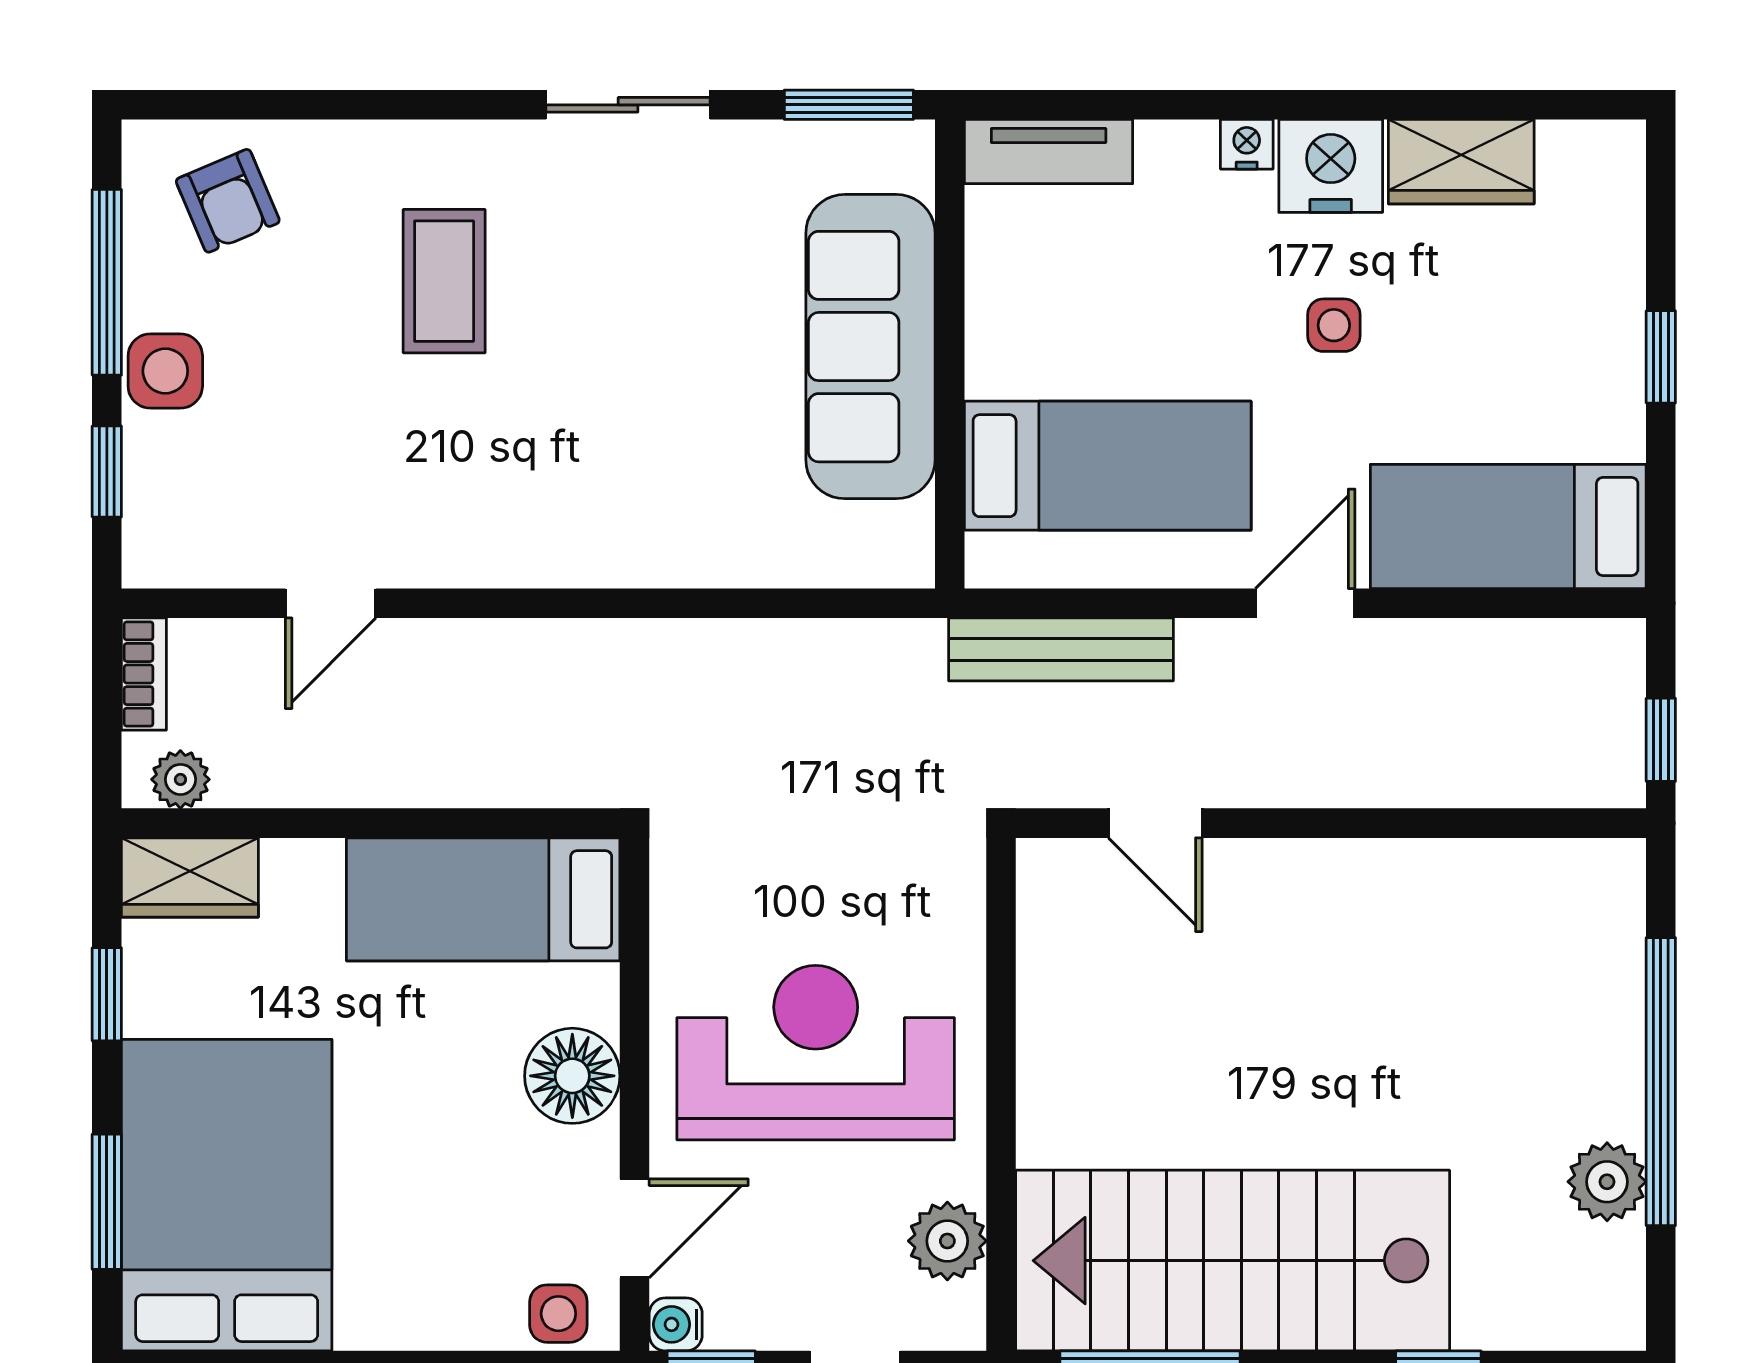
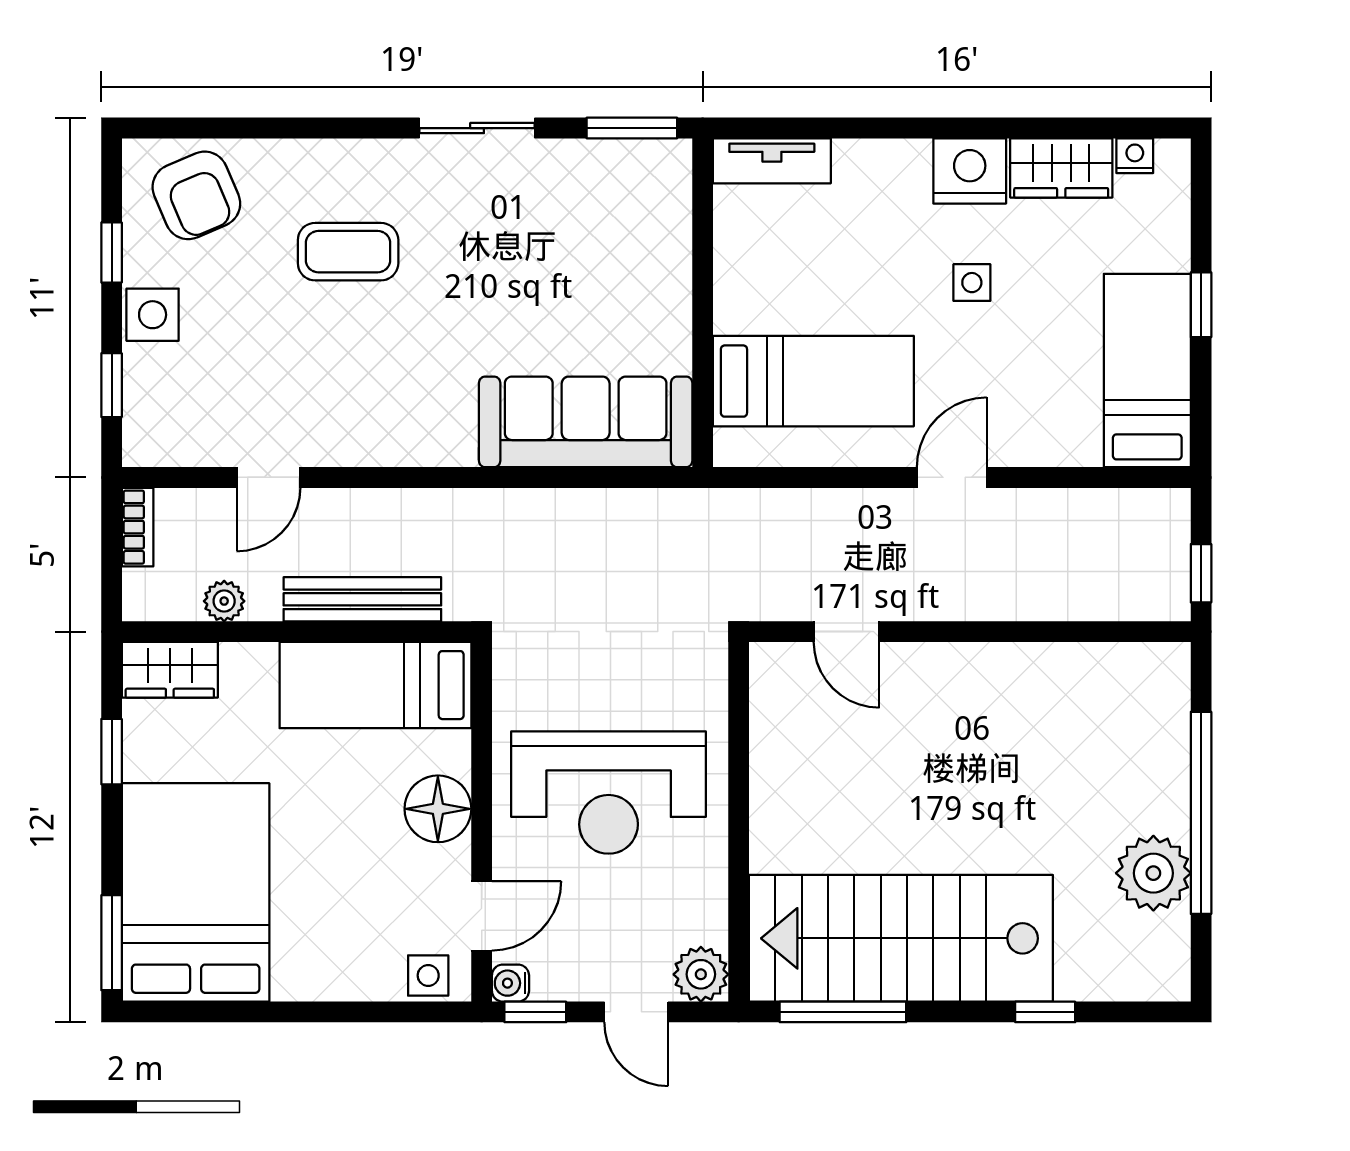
nightstand: (1247, 144) -> (1135, 156), moved
armchair: (228, 201) -> (196, 195), width x1.38, depth x1.38
coffee table: (444, 281) -> (348, 252), turned 90
window: (107, 282) -> (112, 252), width x0.46
sofa: (870, 347) -> (586, 422), moved, turned 90
bed: (1508, 526) -> (1147, 370), moved, turned 90
bench: (1061, 649) -> (362, 599), moved
plant: (180, 779) -> (224, 601), moved
reception desk: (816, 1053) -> (609, 793), turned 180
plant: (1607, 1182) -> (1153, 873), width x1.36, depth x1.36
window: (107, 1202) -> (112, 943), moved
plant: (947, 1241) -> (701, 974), moved

